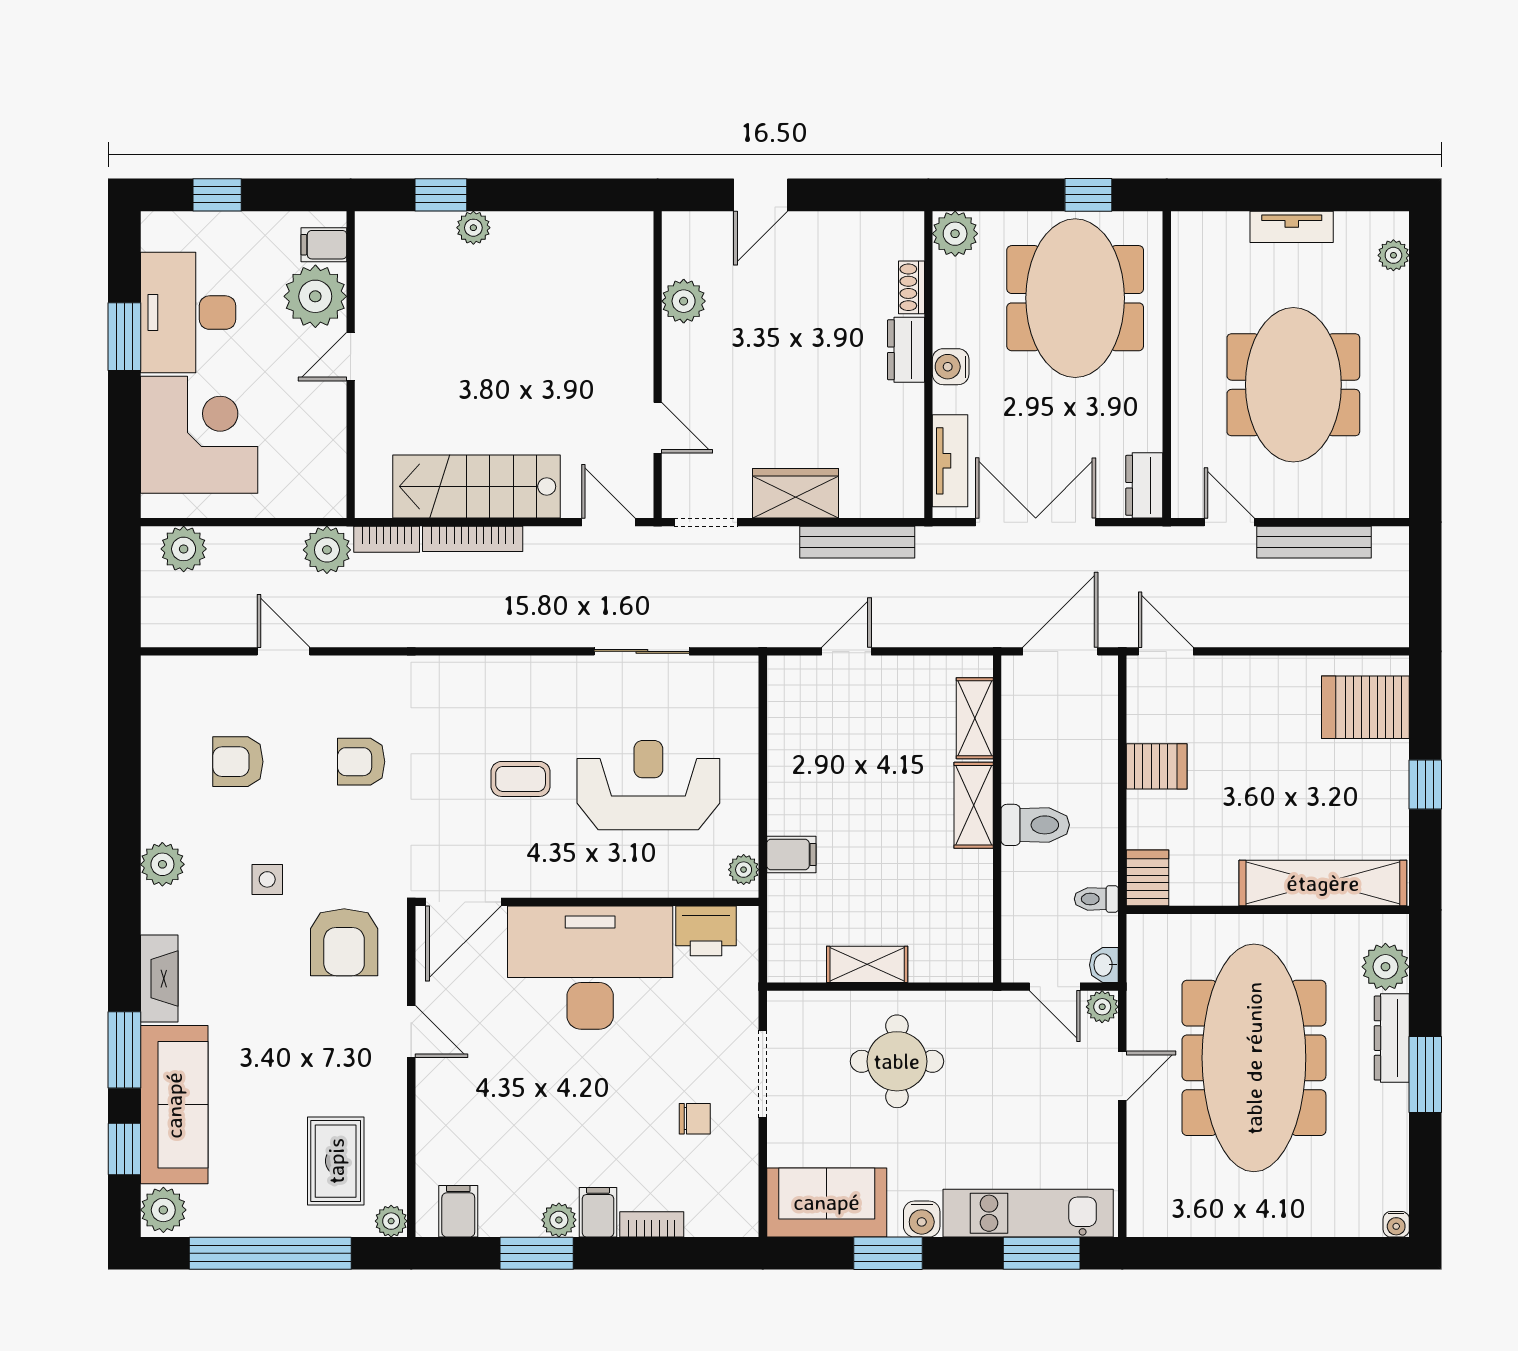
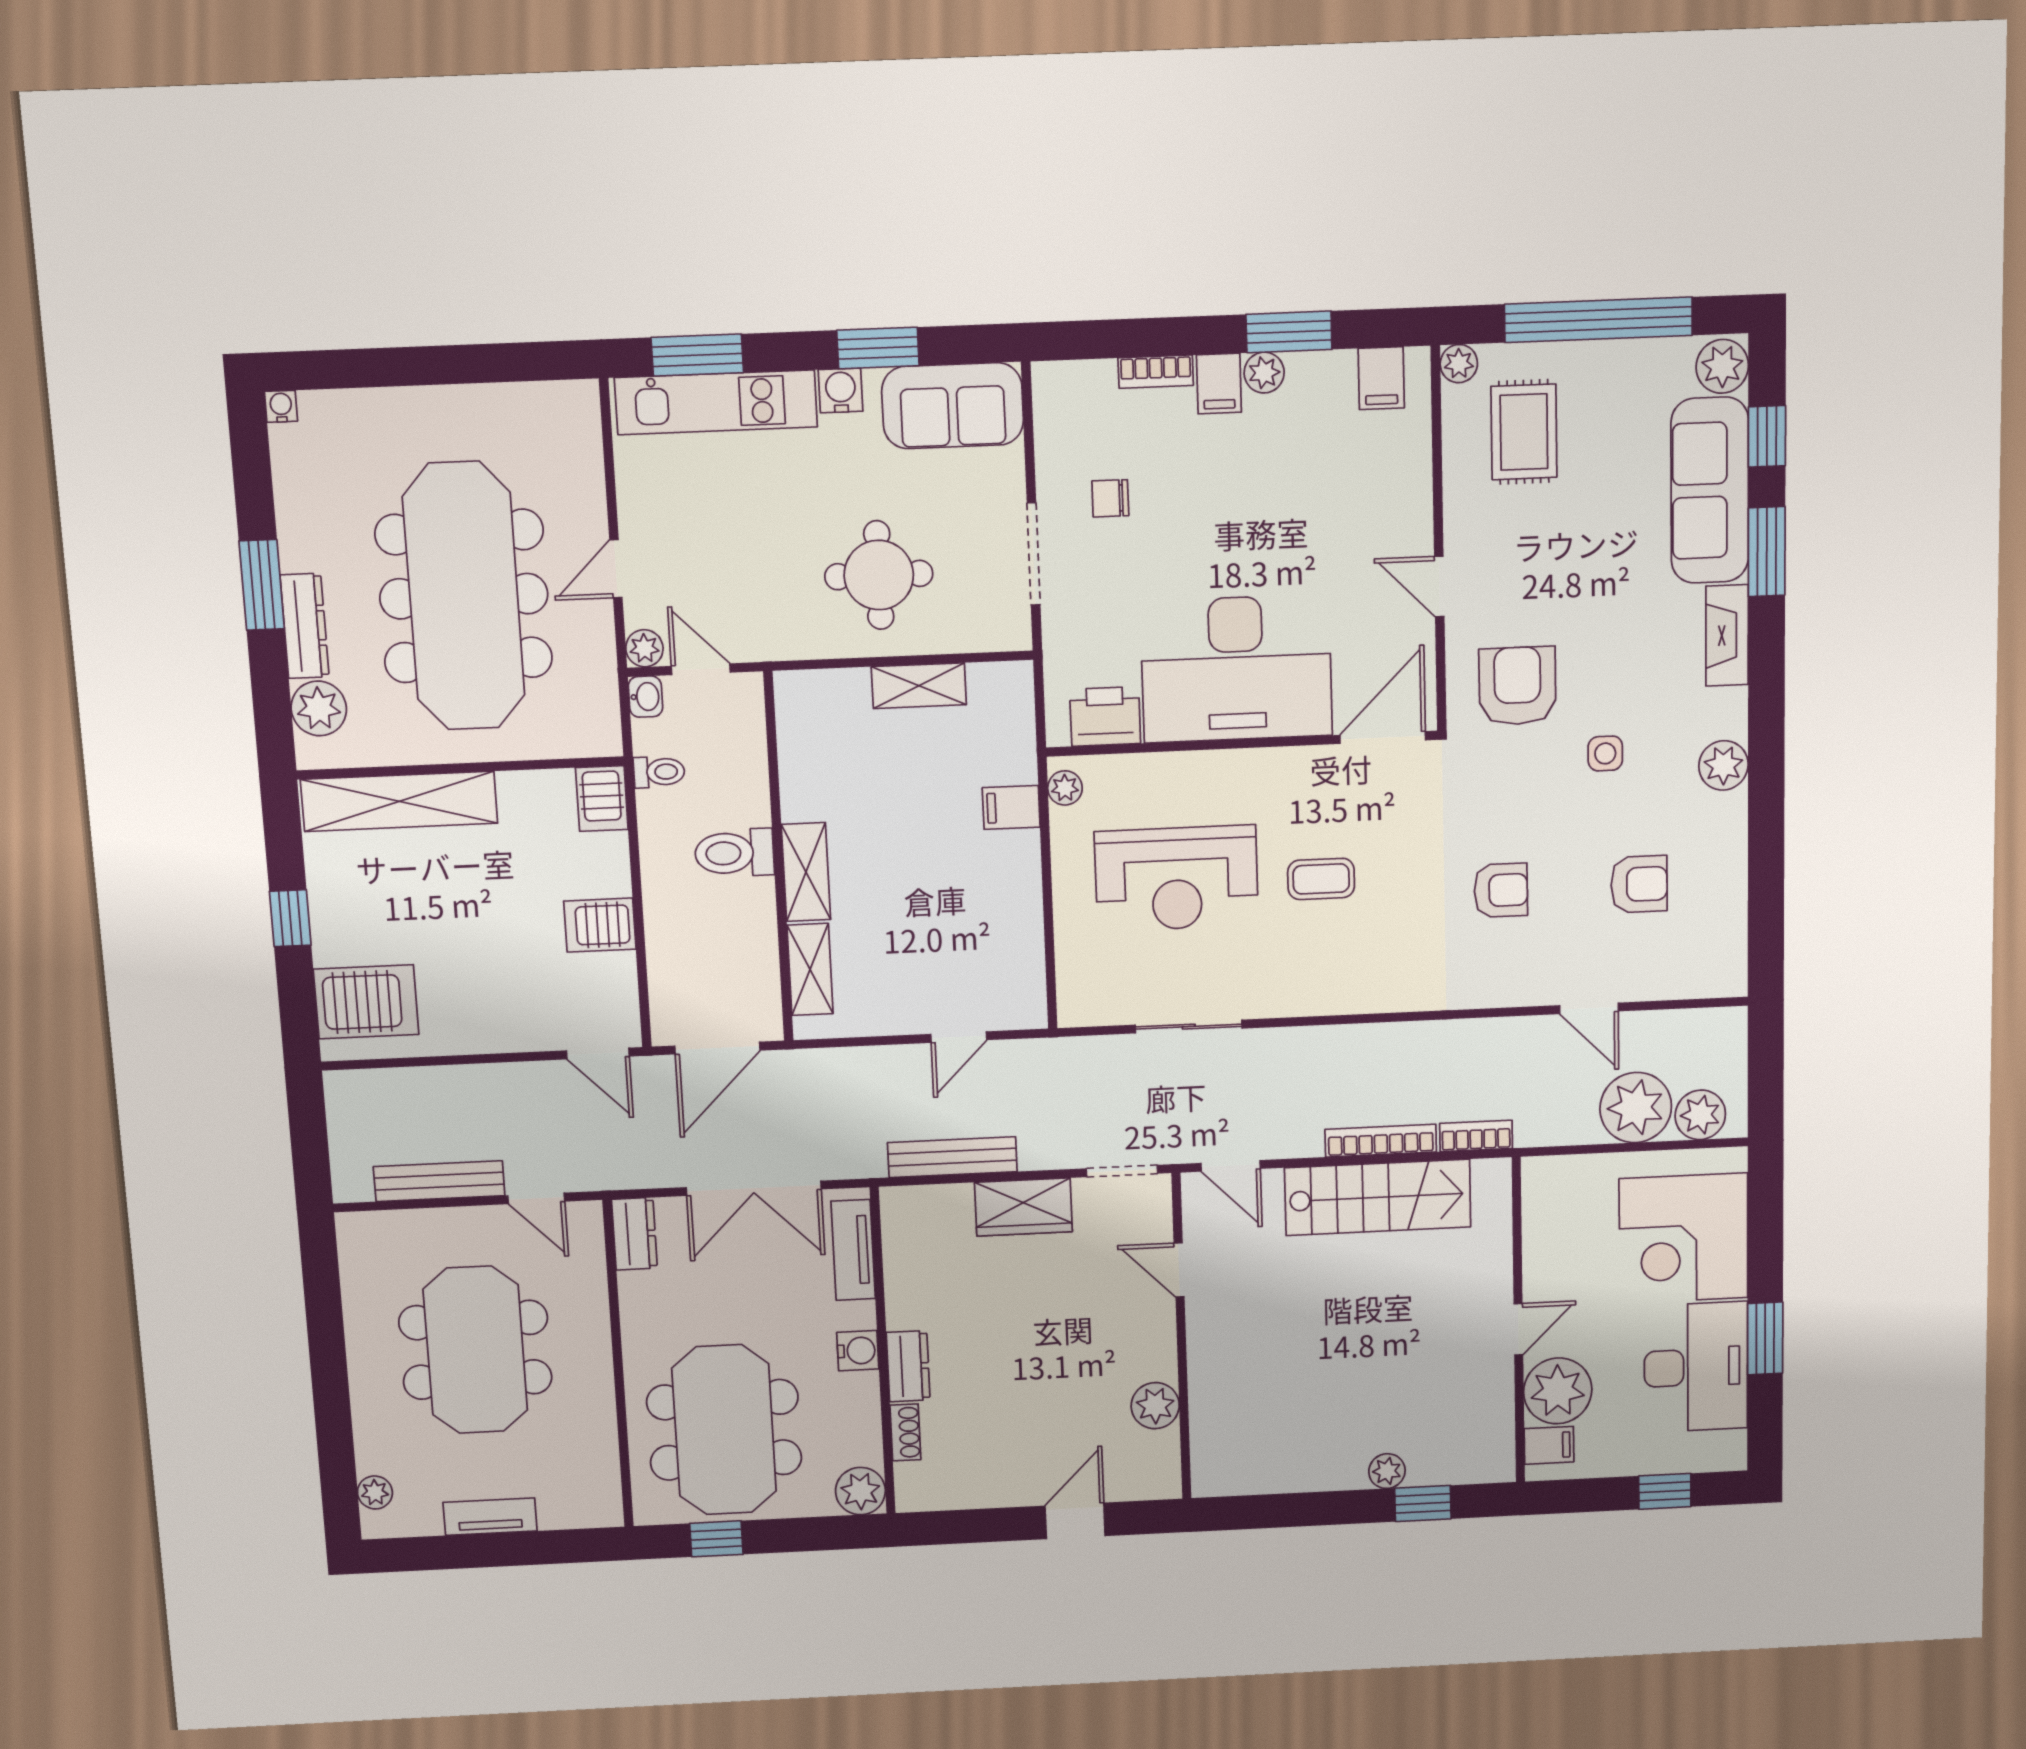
plant: (327, 550) -> (1636, 1108), moved, width x1.36, depth x1.36

